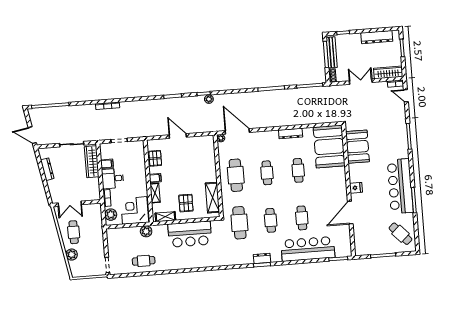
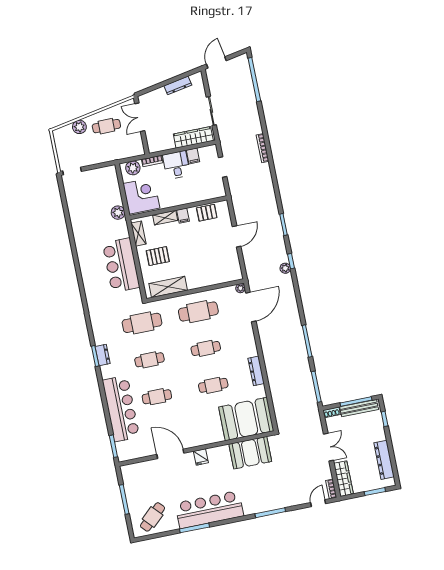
cafe table: (144, 261) -> (82, 214), removed

